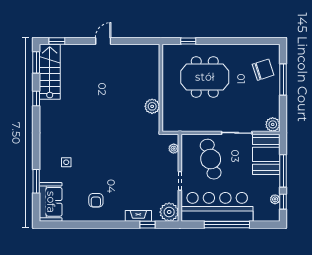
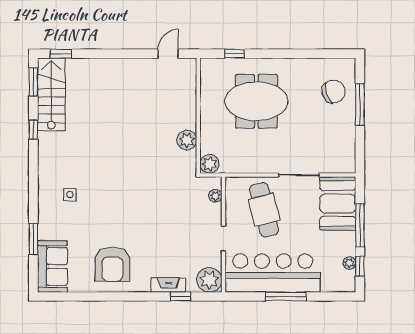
door: (103, 41) -> (168, 54), moved
plant: (273, 124) -> (209, 164), moved
side table: (66, 162) -> (70, 195), moved
armchair: (96, 200) -> (112, 264), width x1.88, depth x1.88
window: (227, 225) -> (286, 296), width x0.68

